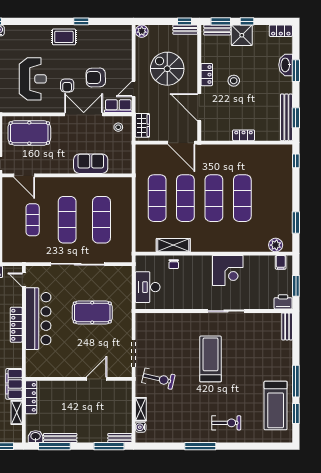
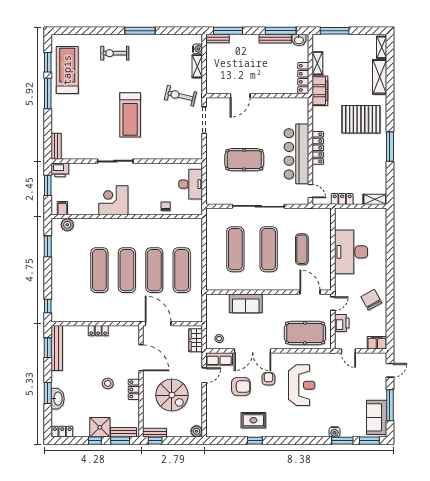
rug: (64, 37) -> (253, 420), moved
reception desk: (33, 79) -> (302, 385), turned 180
shelving: (173, 245) -> (166, 225), removed

